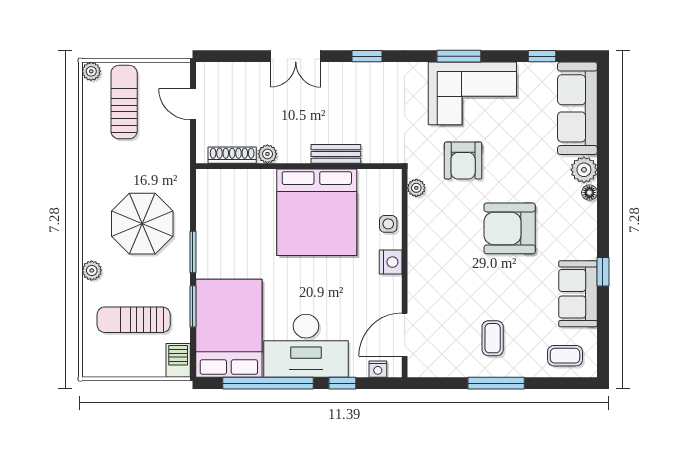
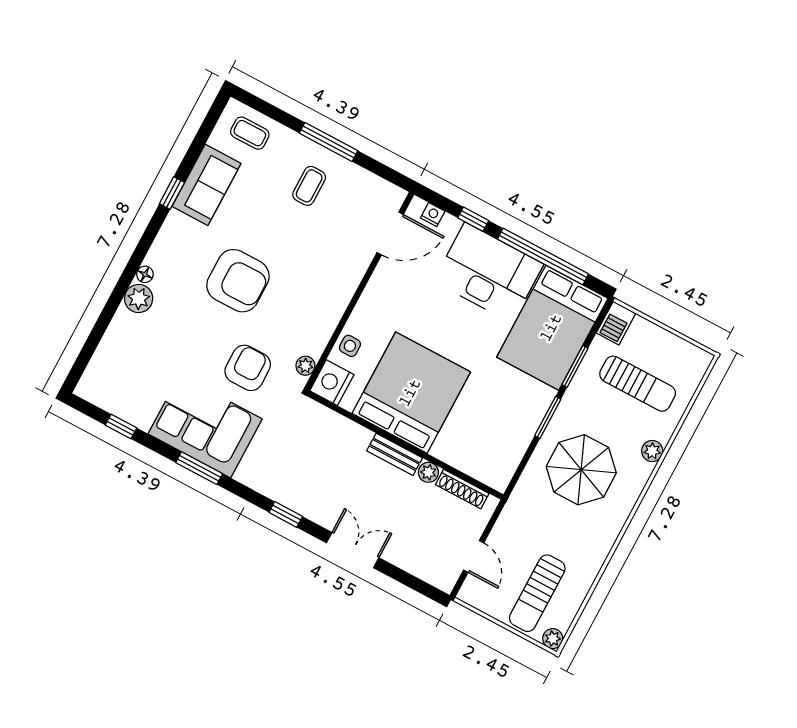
sofa: (577, 108) -> (114, 360), removed
bench: (336, 154) -> (395, 454), moved
nightstand: (391, 262) -> (332, 383), moved, width x1.36, depth x1.33

